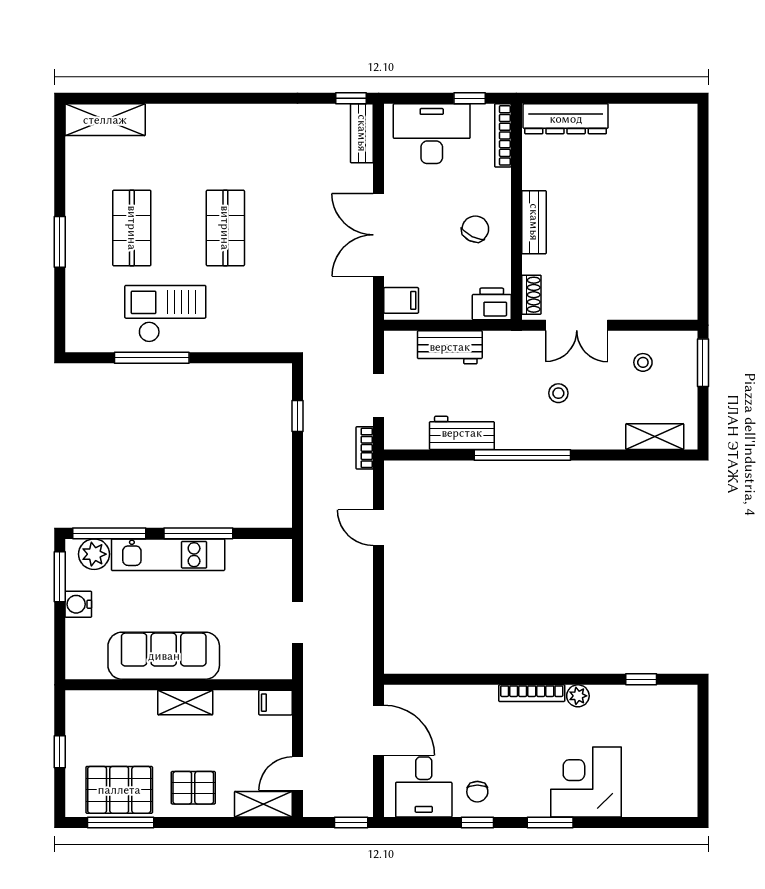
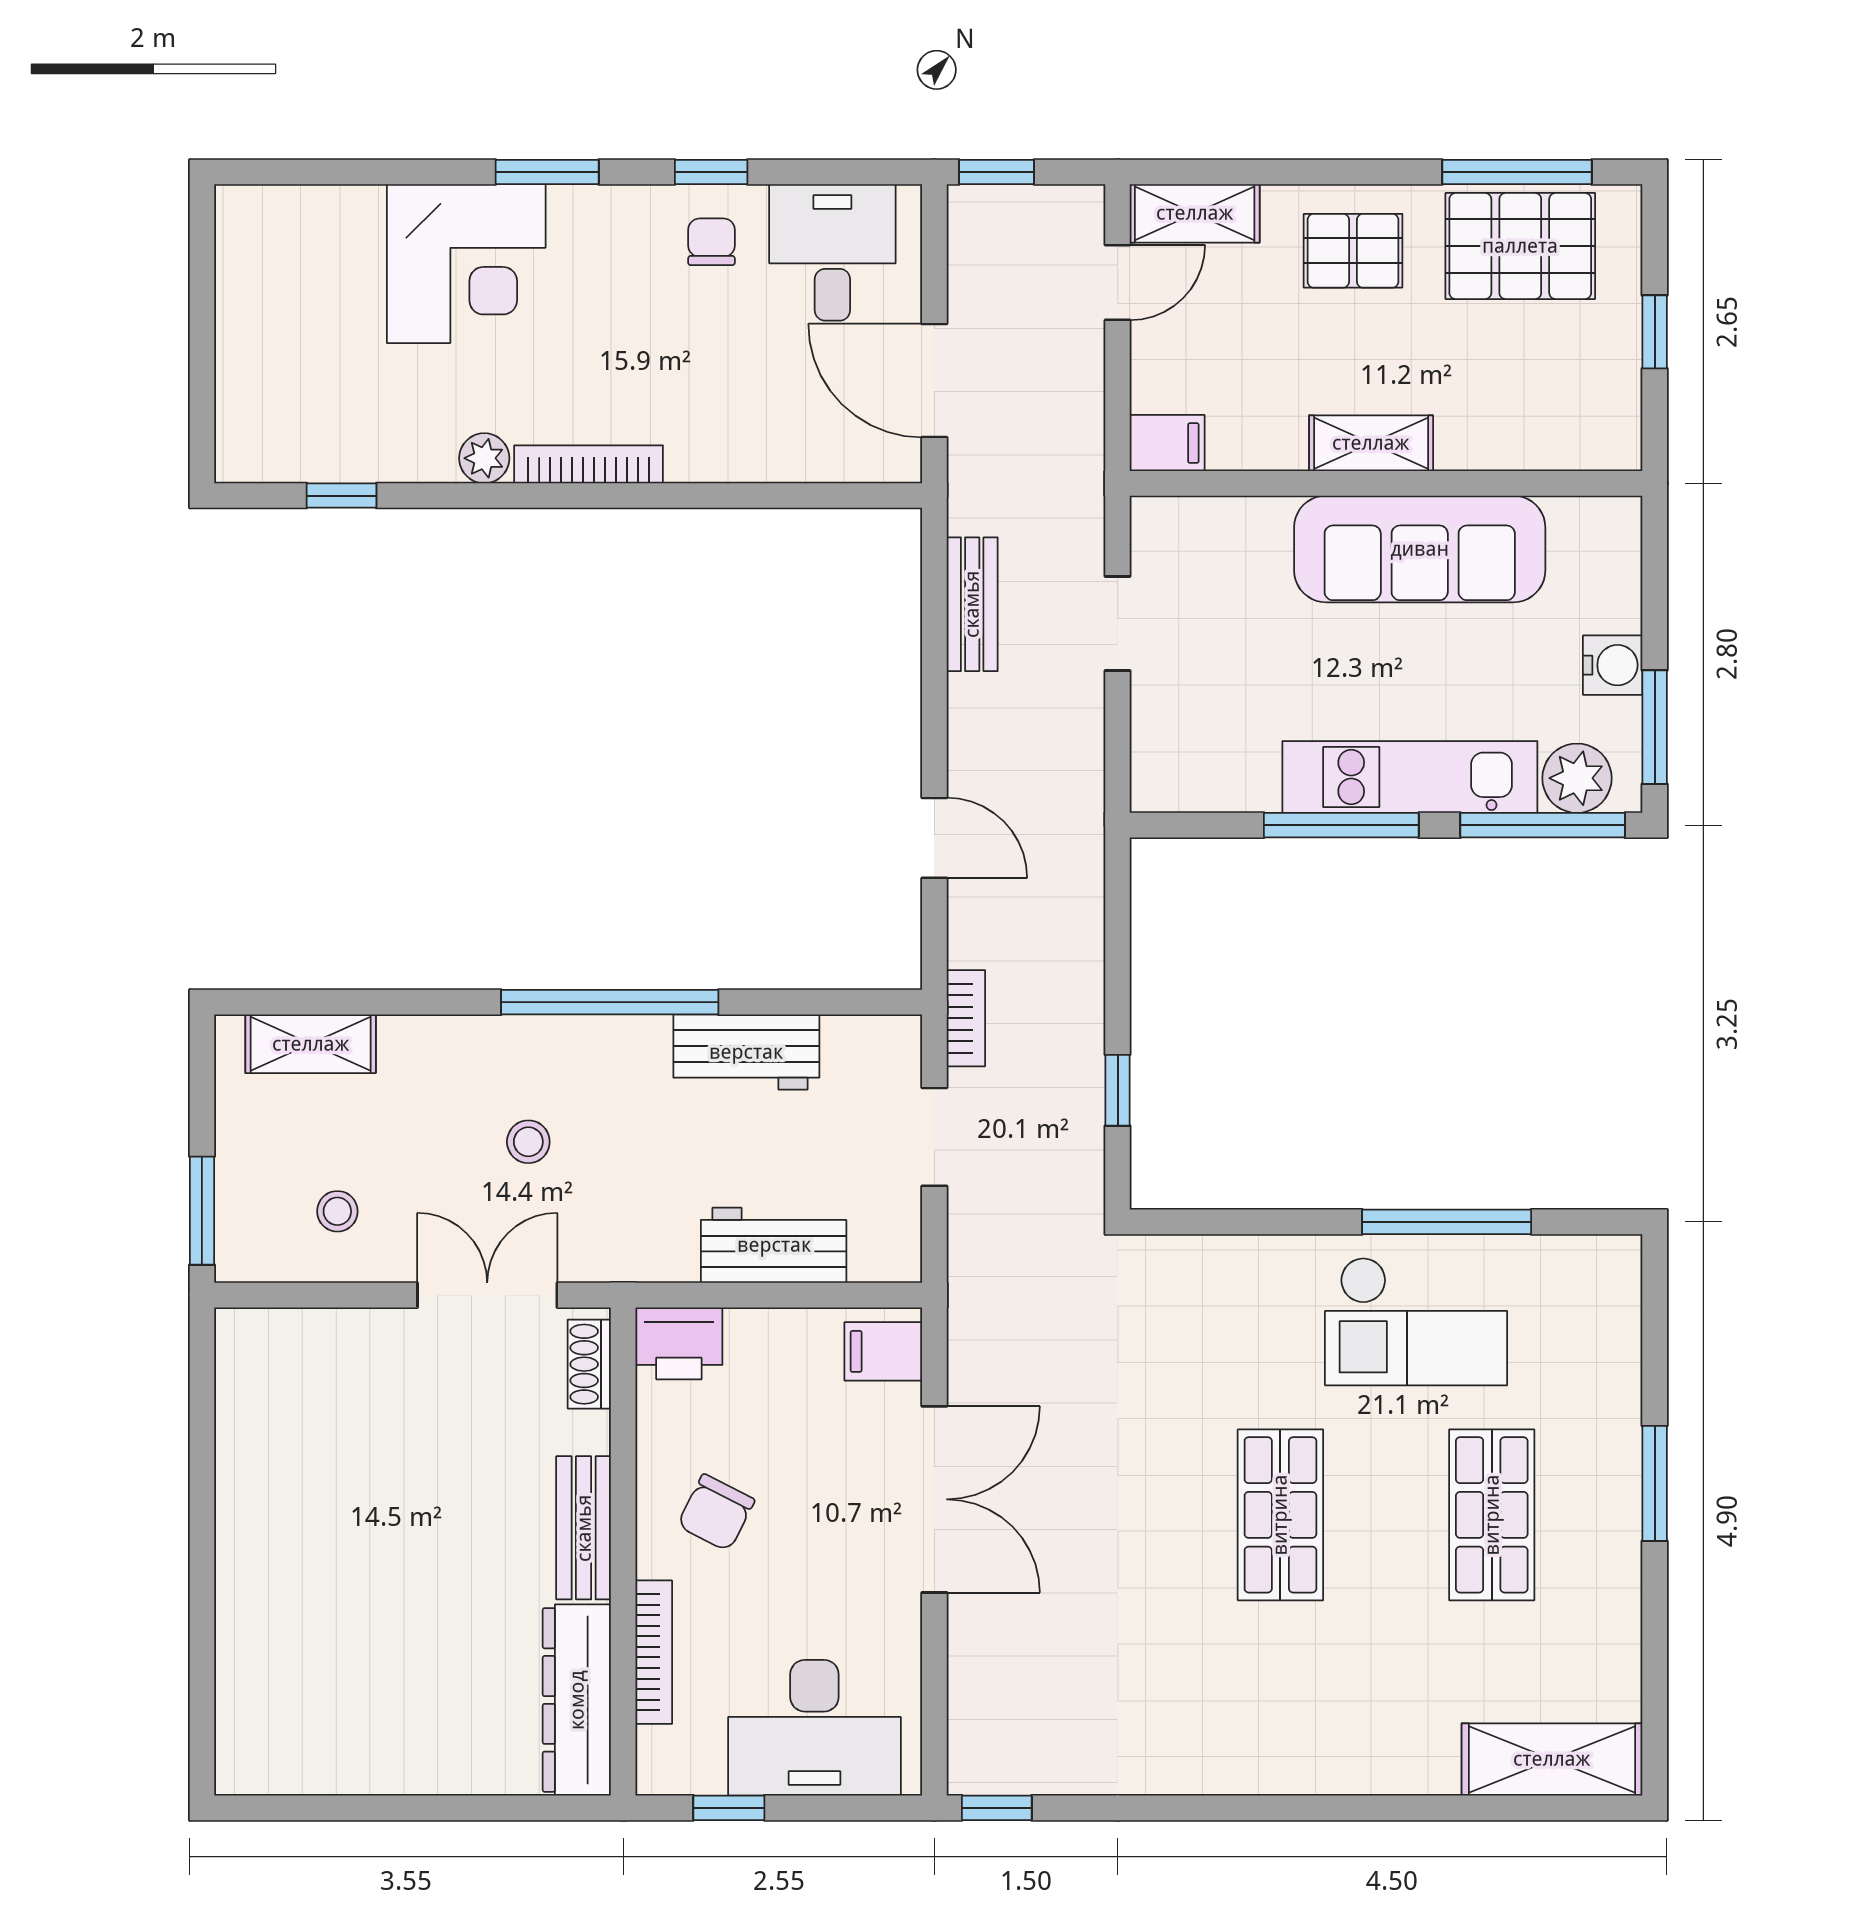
dresser: (566, 119) -> (577, 1700), moved, turned -90
bench: (362, 133) -> (972, 604), moved
bookcase: (503, 135) -> (654, 1652), moved

